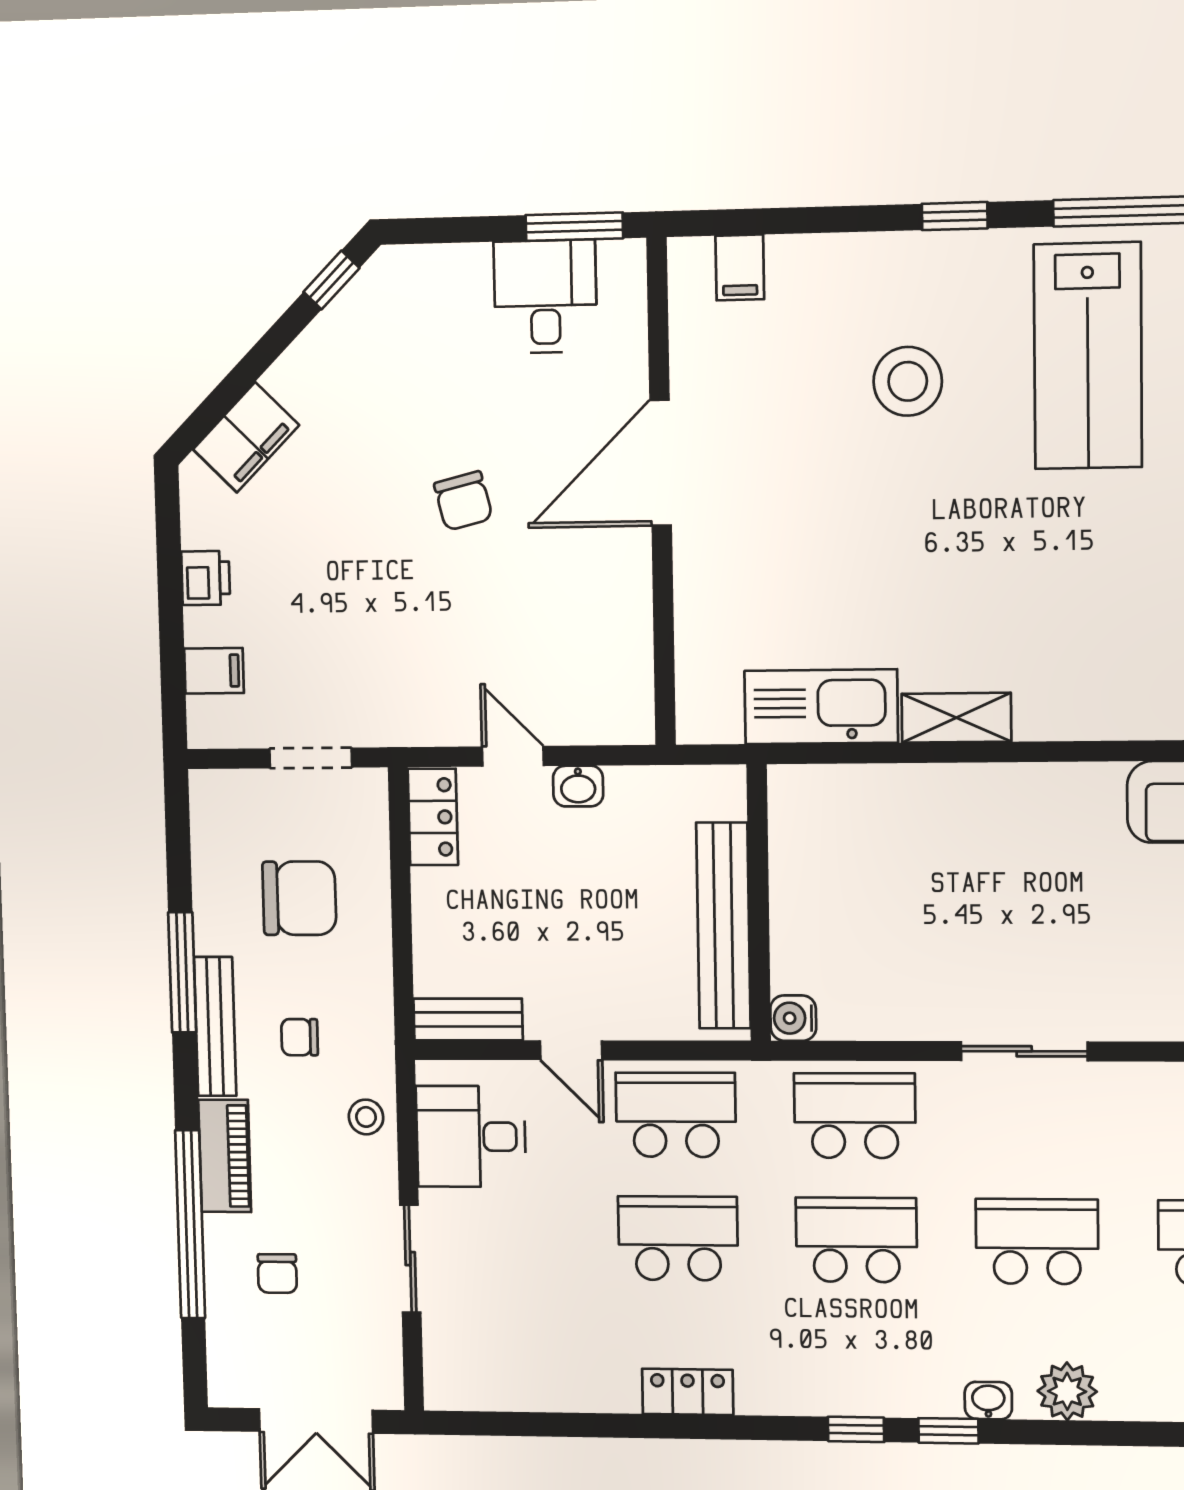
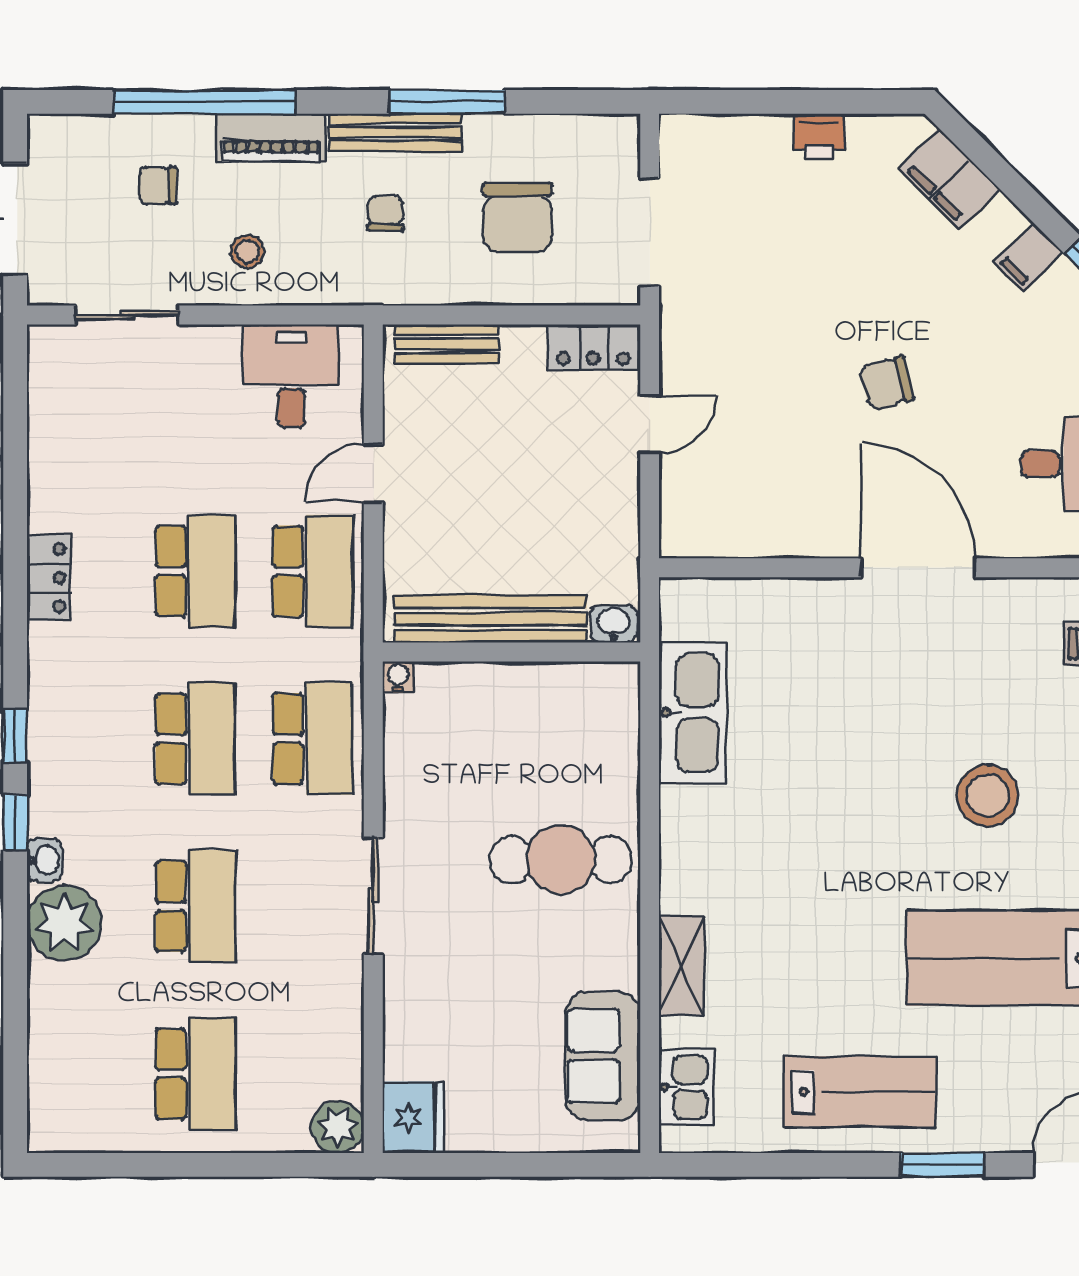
filing cabinet: (214, 671) -> (1028, 257), moved, turned 45
shelving: (956, 718) -> (681, 966), moved
doorway: (311, 758) -> (650, 232), width x1.38
washbasin: (578, 786) -> (614, 624), moved, turned 90
cafe table: (983, 849) -> (561, 860), added
water cooler: (793, 1018) -> (398, 677), width x0.72, depth x0.72
bench: (468, 1019) -> (447, 344), moved, turned 90
stool: (366, 1117) -> (247, 251), moved
sliding door: (410, 1259) -> (127, 315), moved
plant: (1067, 1391) -> (64, 923), width x1.36, depth x1.36

